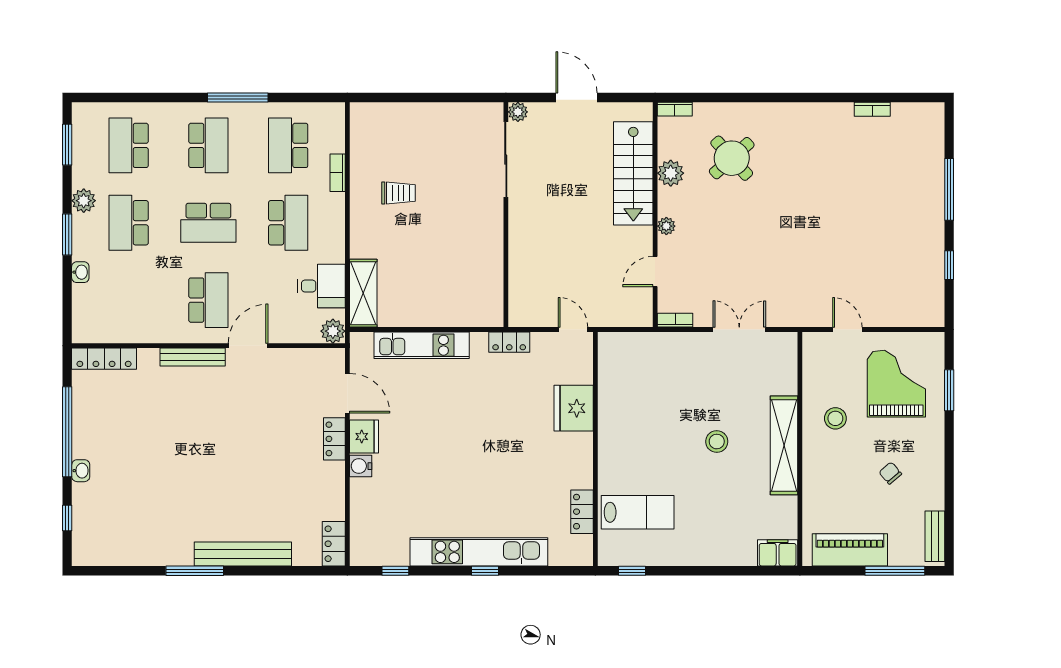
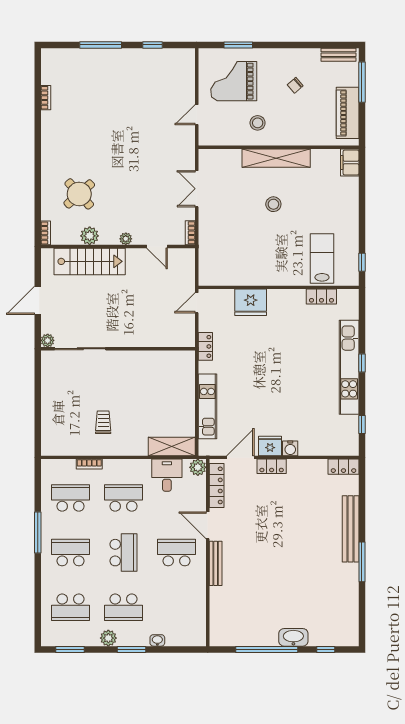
school desk: (288, 145) -> (70, 498), turned 180
locker: (104, 359) -> (217, 485), moved
washbasin: (81, 471) -> (293, 637), width x1.91, depth x1.45

